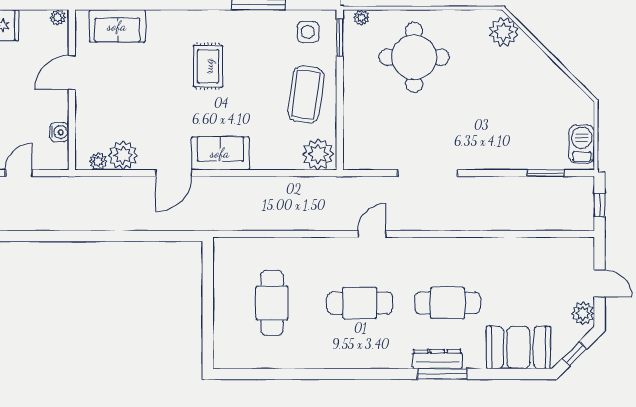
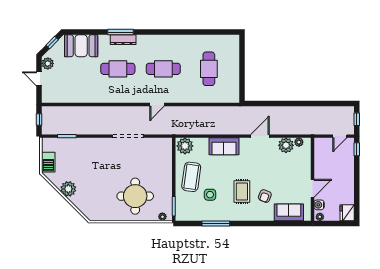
side table: (308, 32) -> (210, 195), moved
plant: (504, 32) -> (68, 189), moved
armchair: (164, 57) -> (265, 196), added
water cooler: (59, 132) -> (319, 205), moved
barbecue: (582, 144) -> (48, 162), moved
sofa: (220, 153) -> (224, 146), moved

